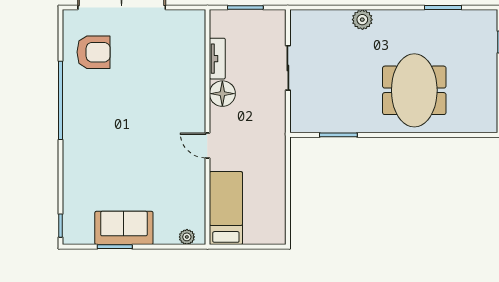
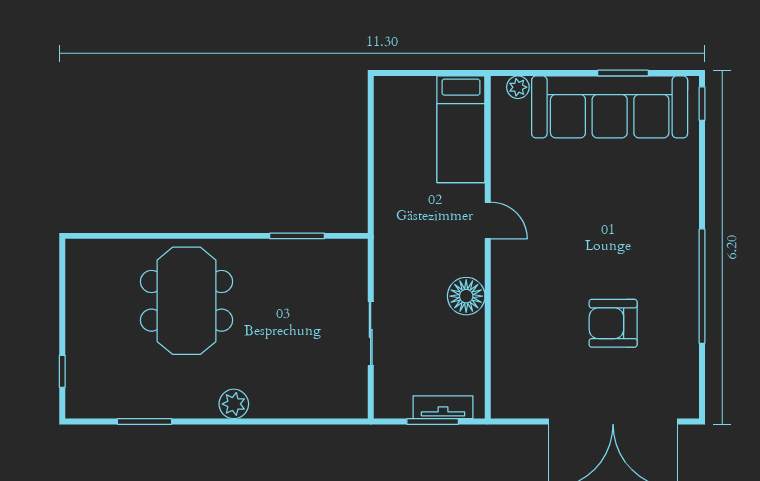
plant: (362, 20) -> (234, 404), moved
armchair: (93, 52) -> (613, 323), moved
tv unit: (217, 59) -> (443, 407), moved, turned 90
sofa: (124, 228) -> (610, 107), width x1.85, depth x1.27

